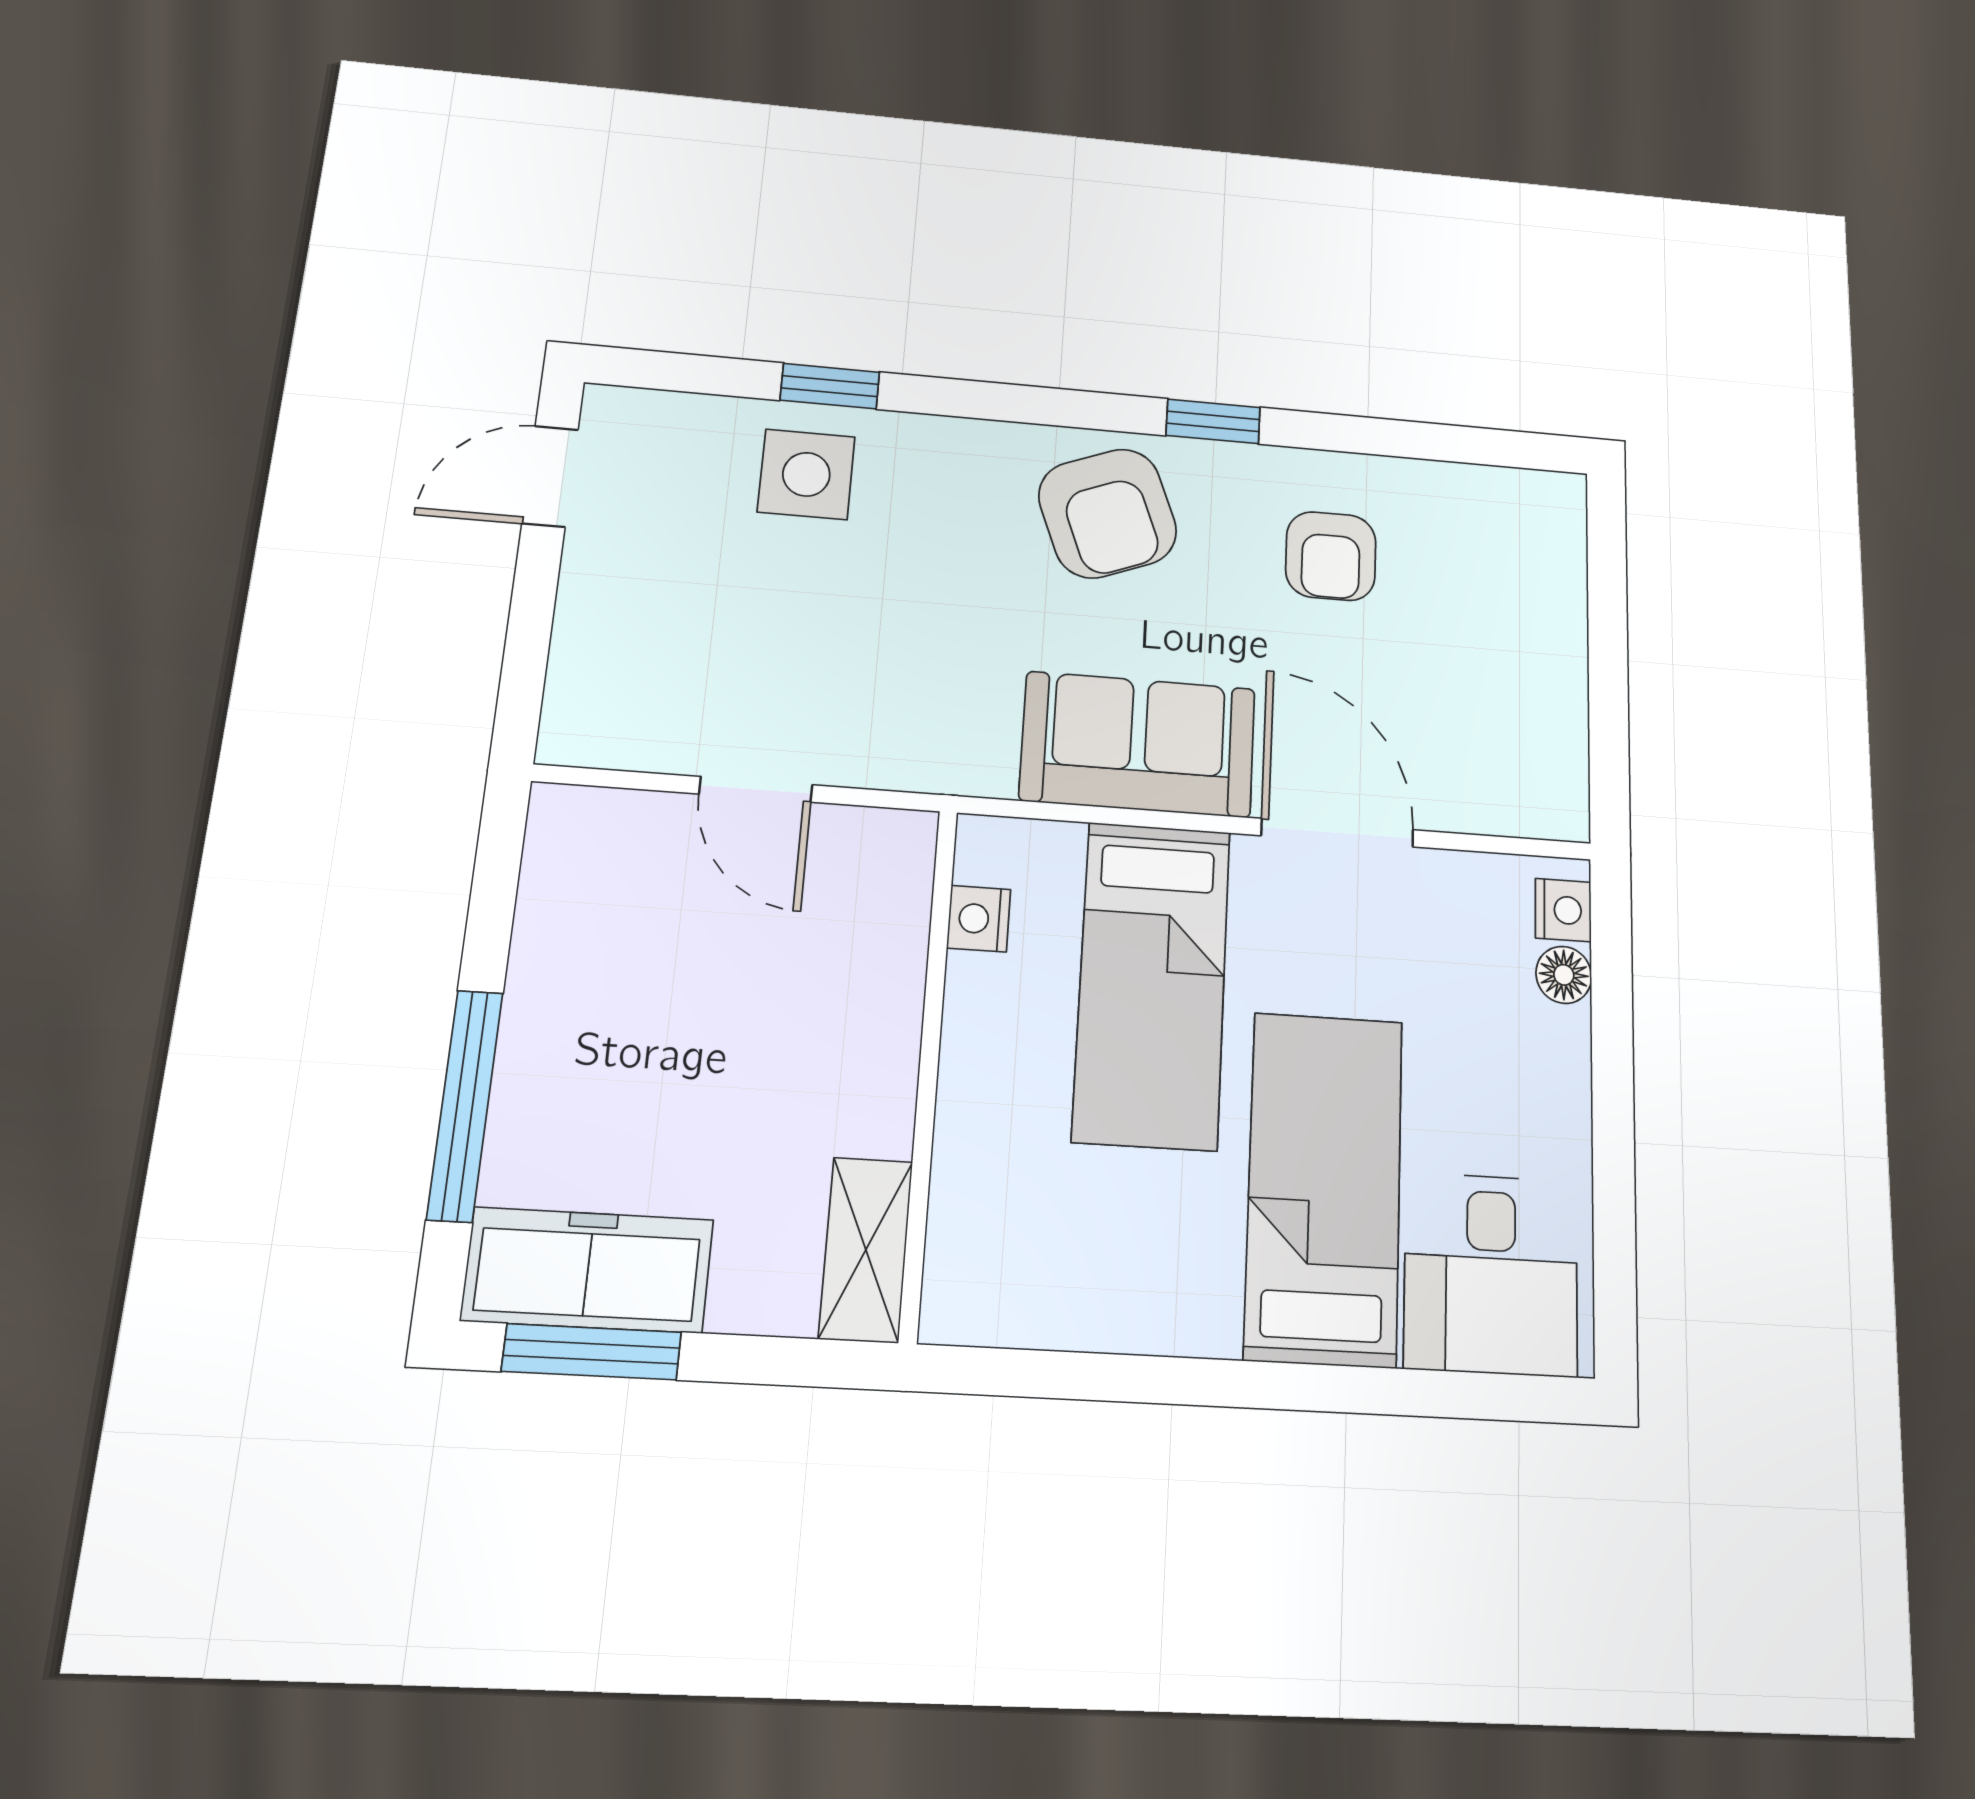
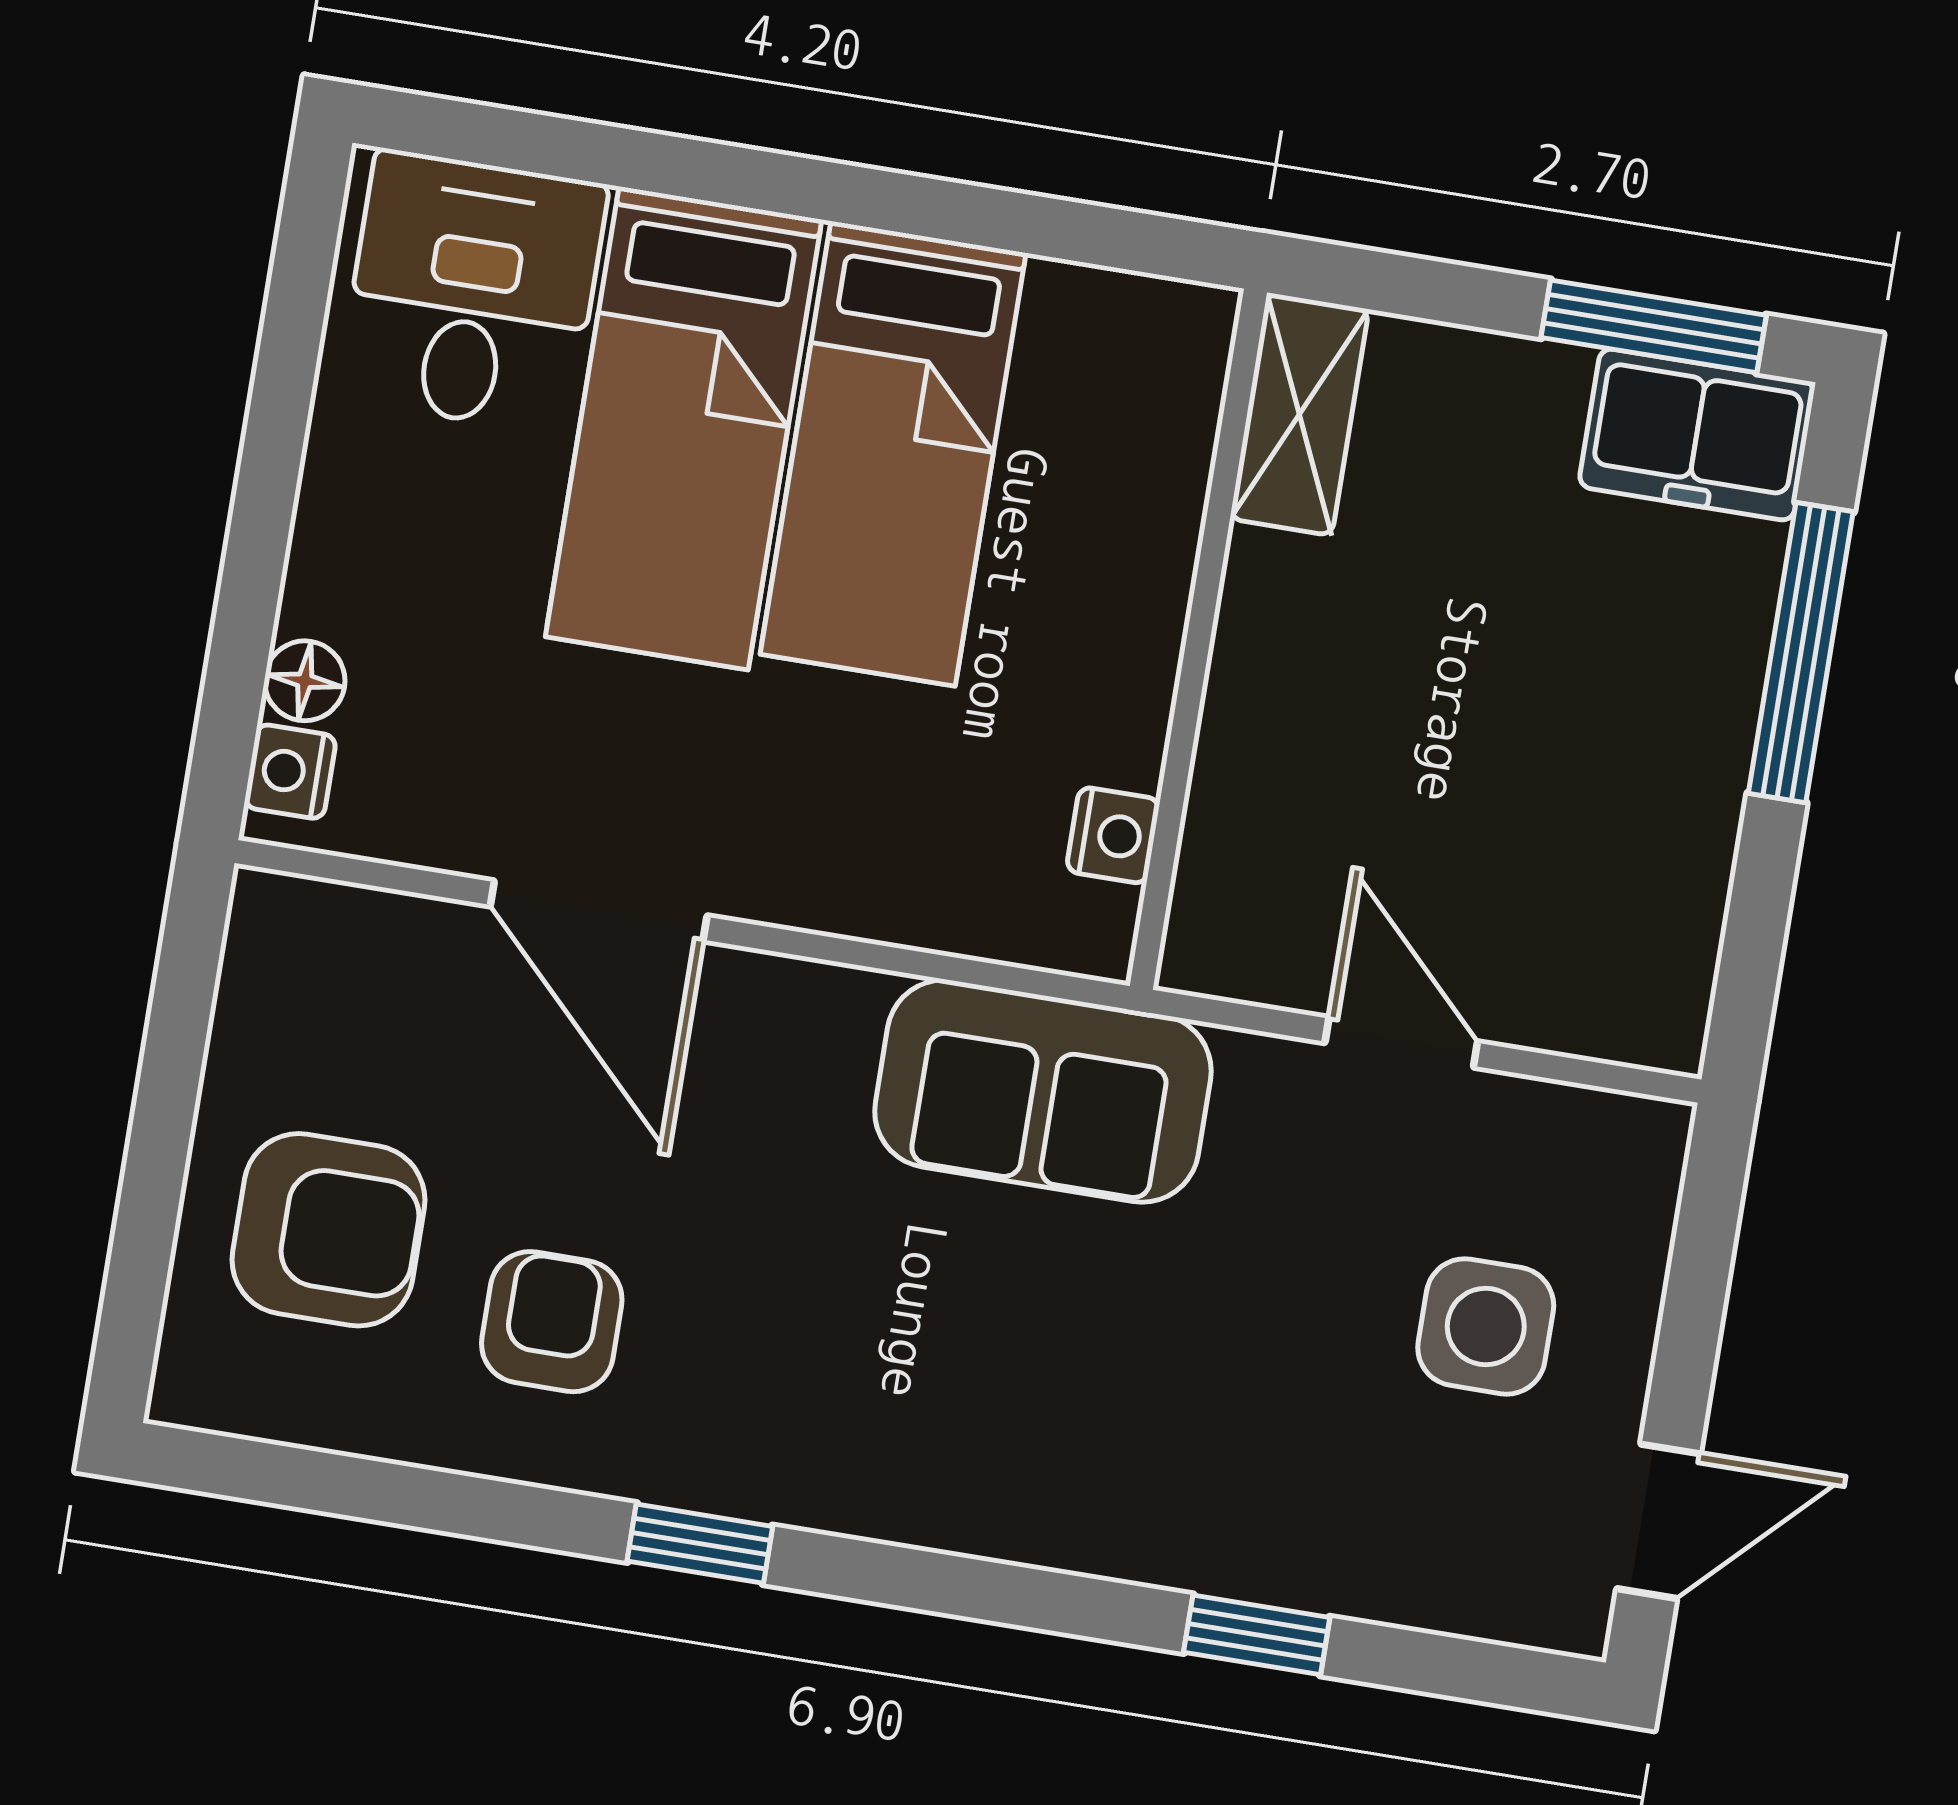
side table: (806, 474) -> (1486, 1326), moved
armchair: (1108, 513) -> (328, 1230), moved, turned 111
sofa: (1138, 744) -> (1043, 1091), moved
bed: (1152, 984) -> (893, 454), moved, turned 180
freezer: (588, 1270) -> (1697, 434), width x0.71

